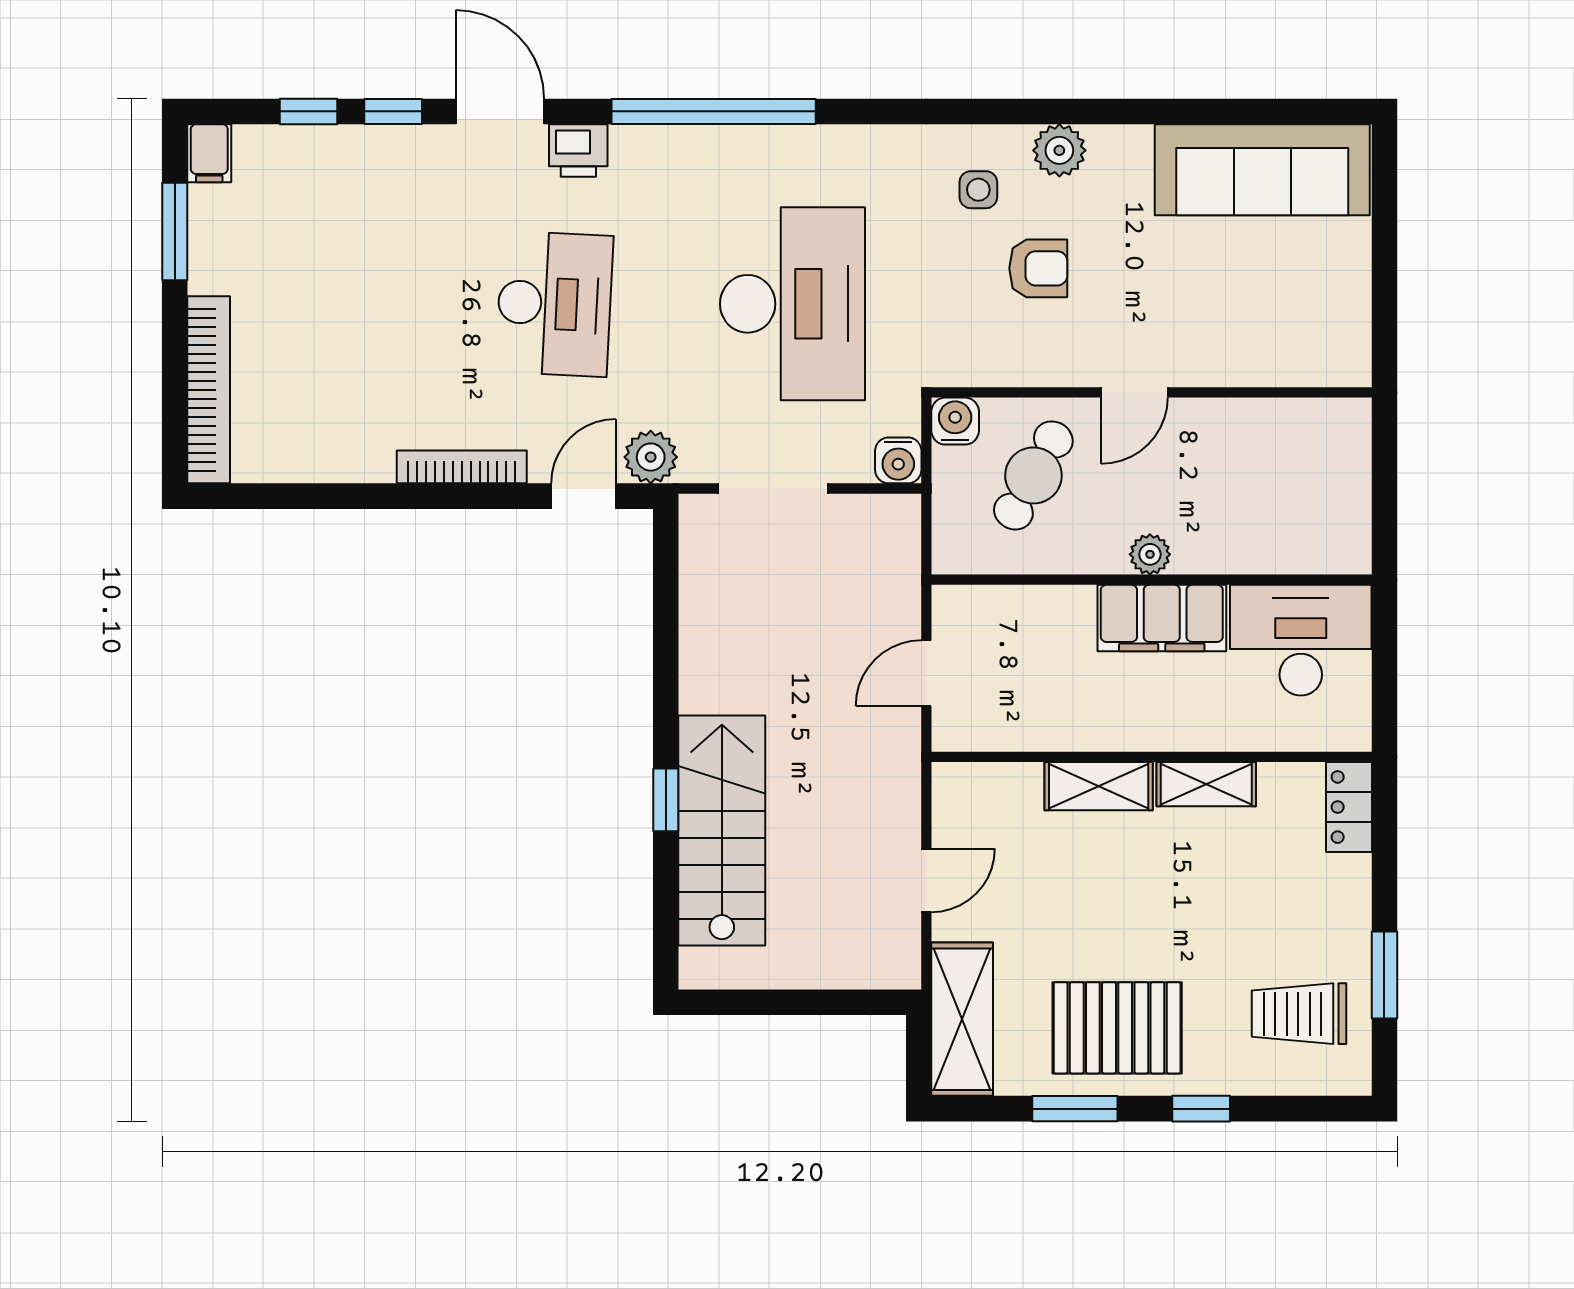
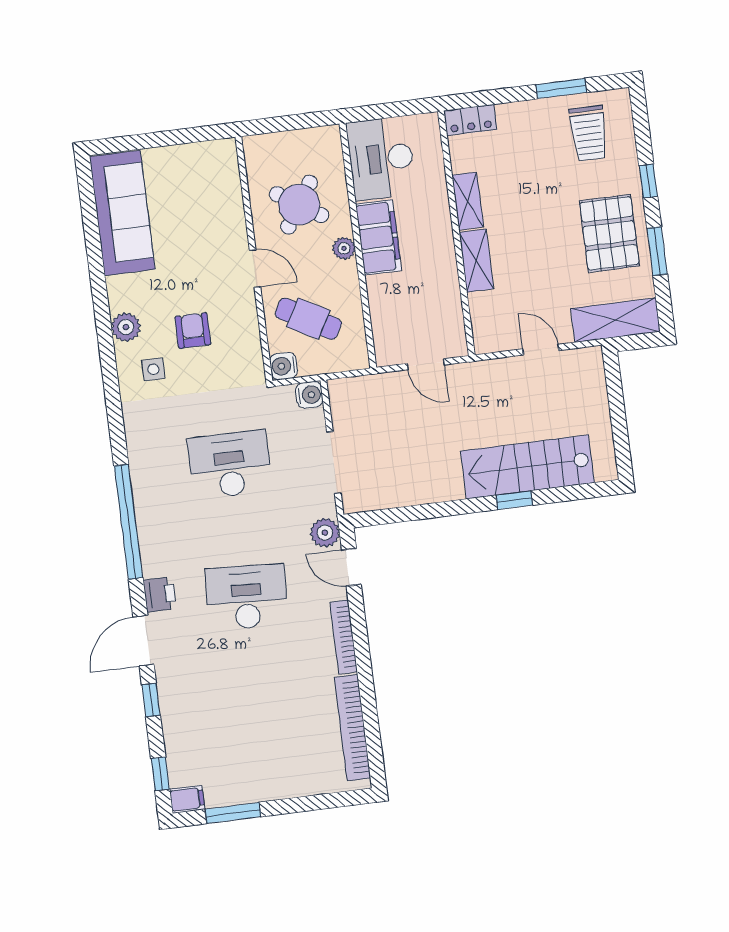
window: (308, 111) -> (160, 774), moved
desk: (793, 304) -> (230, 465), width x0.73, depth x0.77
bookcase: (209, 390) -> (352, 728), moved, turned -90
round table: (1237, 485) -> (299, 205), added

